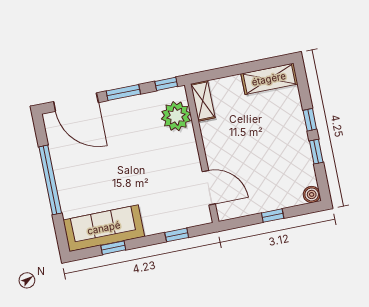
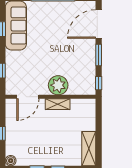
shelving: (203, 101) -> (58, 104), moved
plant: (176, 116) -> (58, 85), moved

